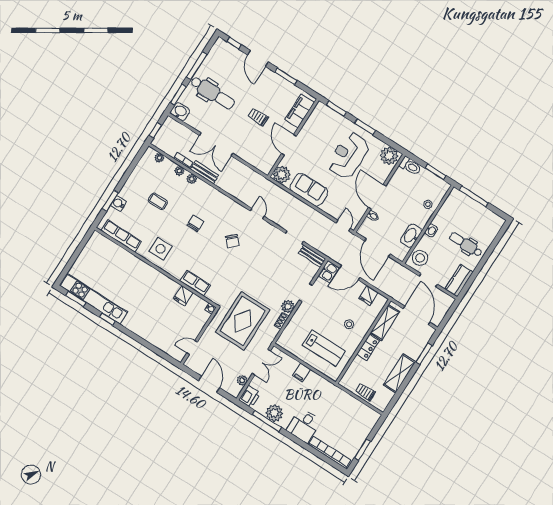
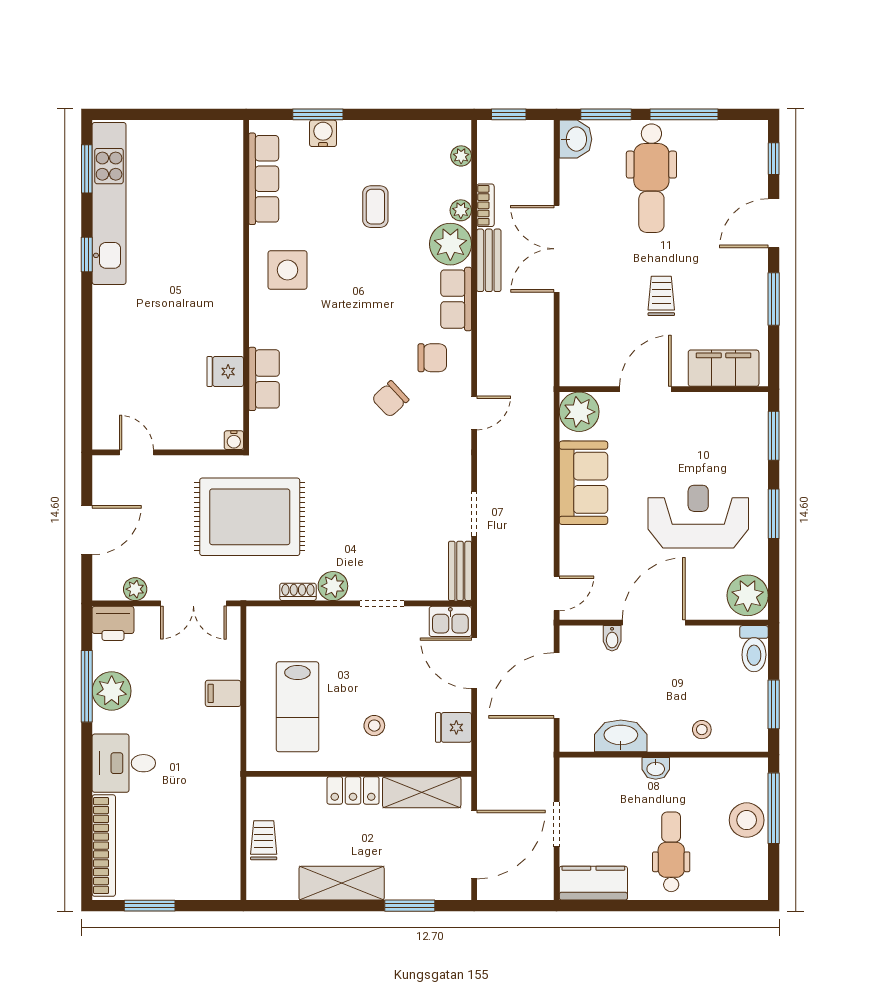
plant: (192, 179) -> (450, 244), width x1.87, depth x1.87
row of seats: (211, 193) -> (456, 299), added
chair: (195, 223) -> (432, 358), moved
stool: (420, 258) -> (747, 820), moved

